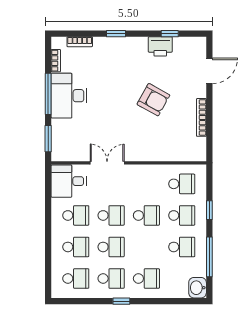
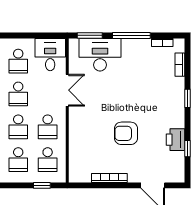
desk: (69, 96) -> (100, 55), moved
armchair: (153, 100) -> (126, 133), turned 61
school desk: (146, 184) -> (48, 127), added
window: (209, 210) -> (42, 185), moved

